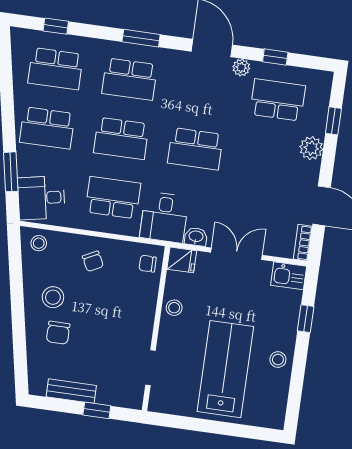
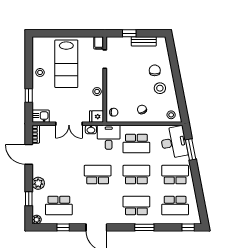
window: (56, 26) -> (188, 227), moved
window: (141, 38) -> (144, 227), moved
plant: (241, 67) -> (37, 220), moved
school desk: (55, 69) -> (175, 206), turned 180
desk: (41, 198) -> (174, 142), width x1.37
filing cabinet: (158, 400) -> (99, 43), added

